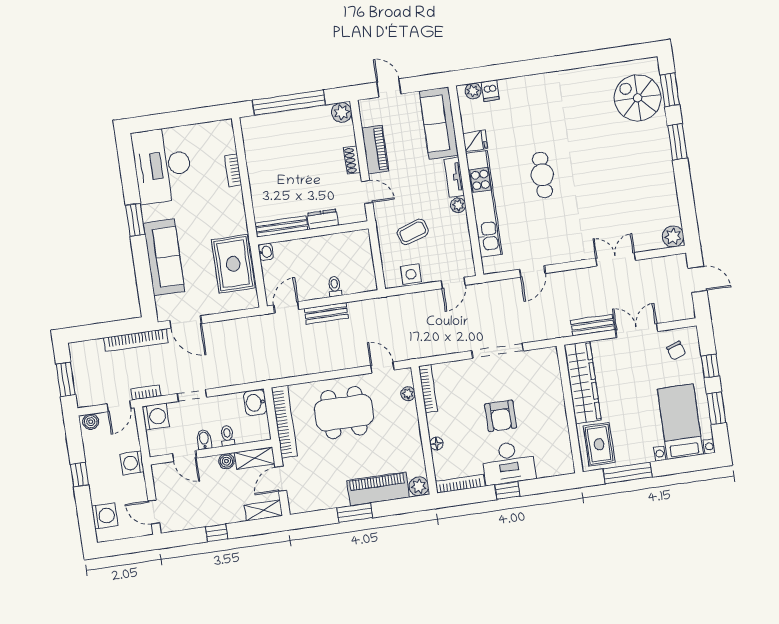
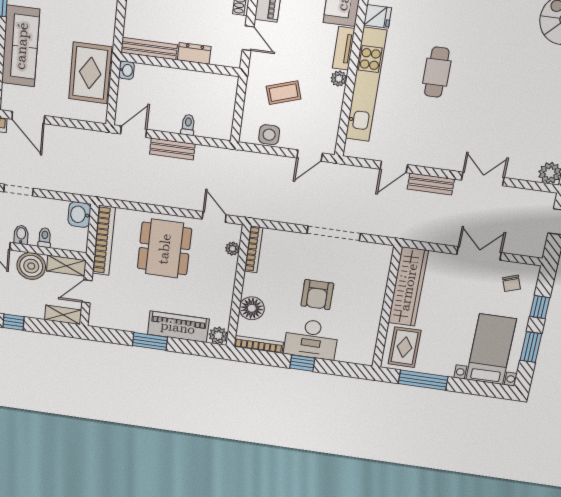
bench: (593, 325) -> (431, 184), moved
dining table: (344, 413) -> (164, 249), turned 90
floor lamp: (436, 444) -> (252, 308), width x1.89, depth x1.89
boiler: (226, 461) -> (31, 266), width x1.86, depth x1.86

